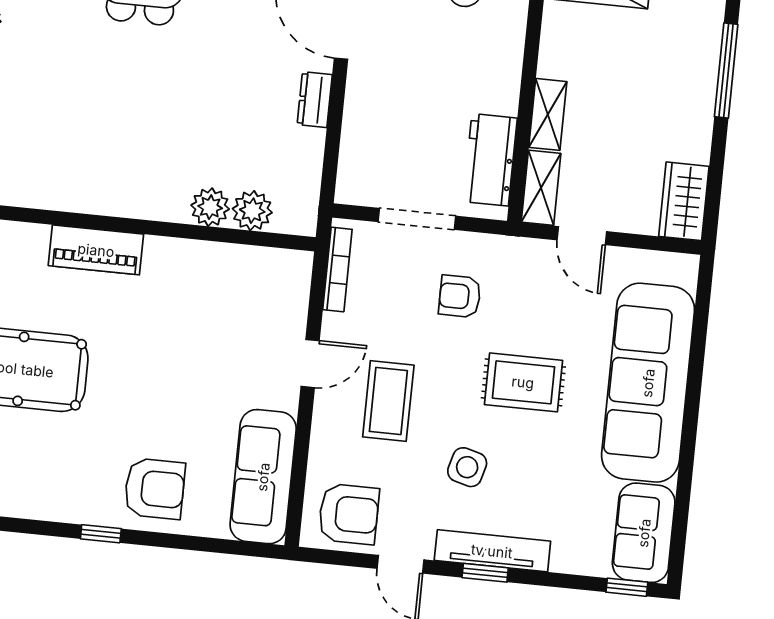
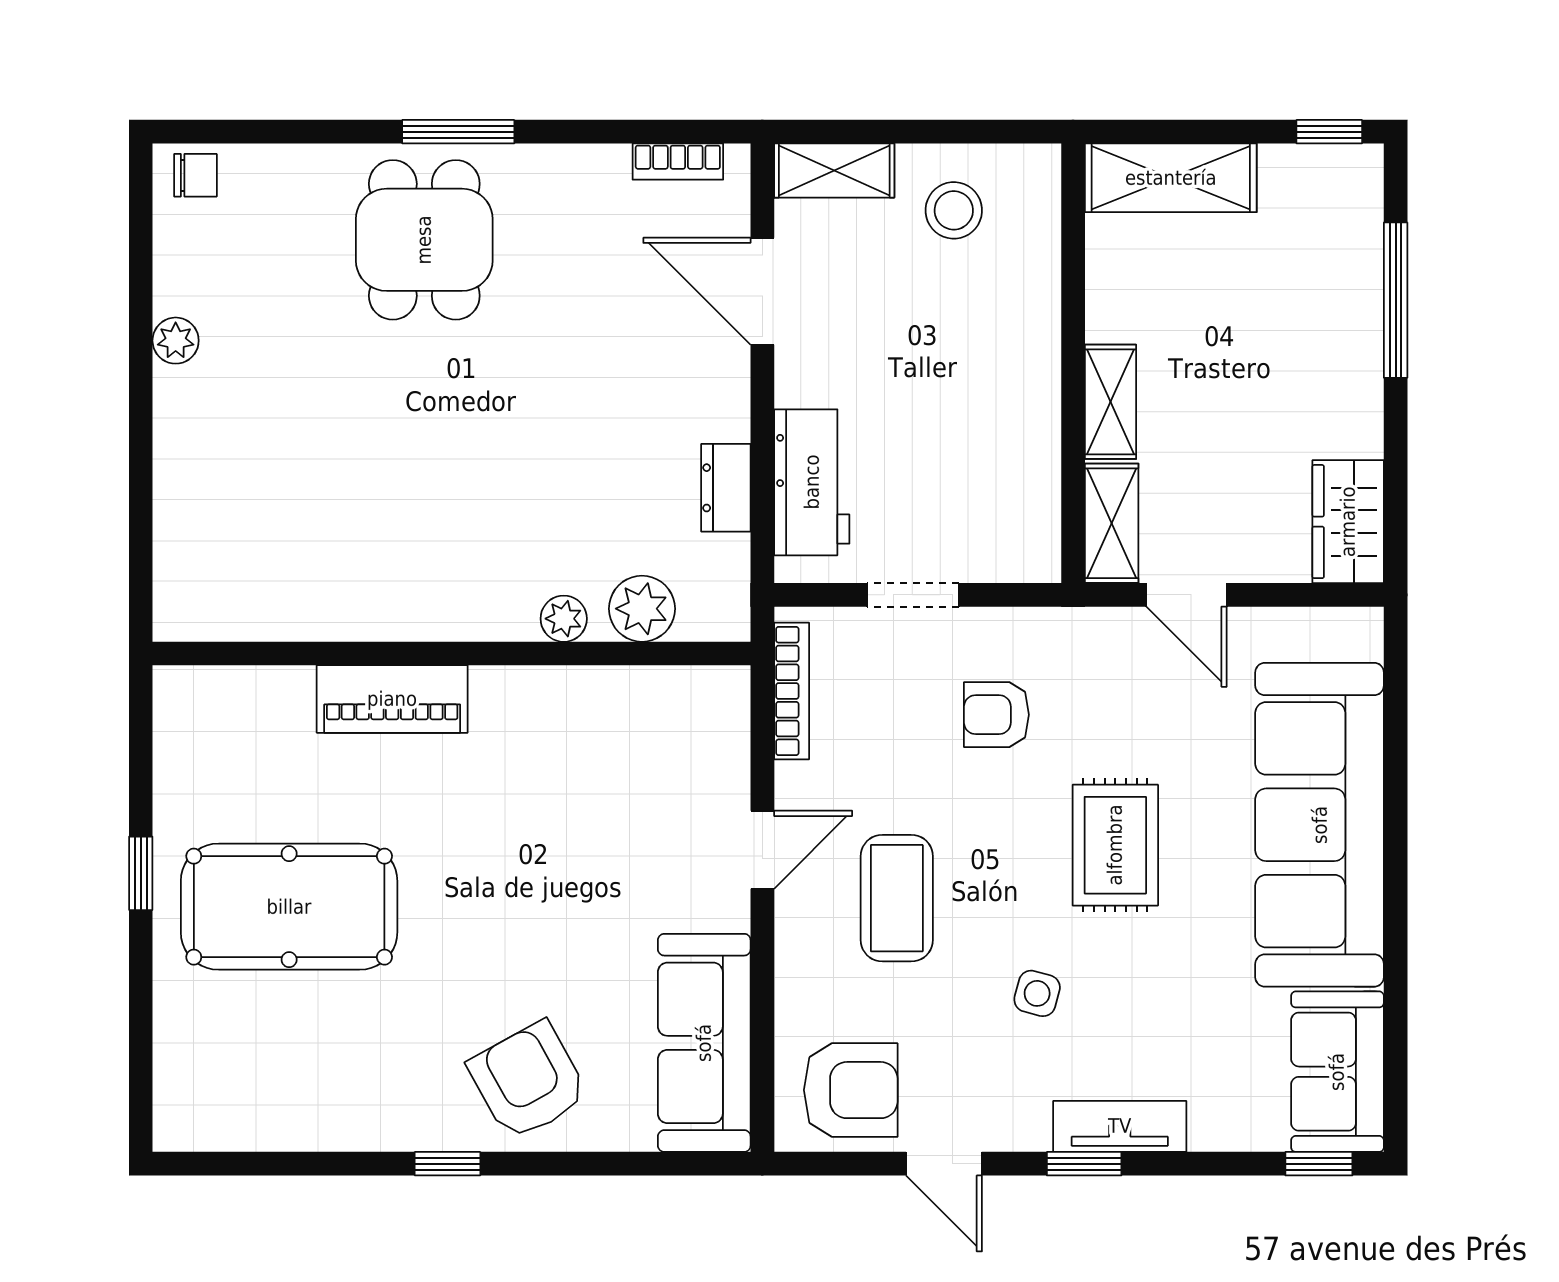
dresser: (315, 100) -> (726, 488), moved
workbench: (490, 160) -> (812, 482), moved, turned 180
plant: (210, 207) -> (564, 619), width x0.73, depth x0.73
doorway: (417, 219) -> (913, 595), width x0.73
rug: (523, 382) -> (1115, 845), turned 90
side table: (467, 467) -> (1037, 993), width x0.73, depth x0.73
armchair: (155, 489) -> (528, 1081), turned -119
tv unit: (492, 551) -> (1120, 1126), width x0.71

